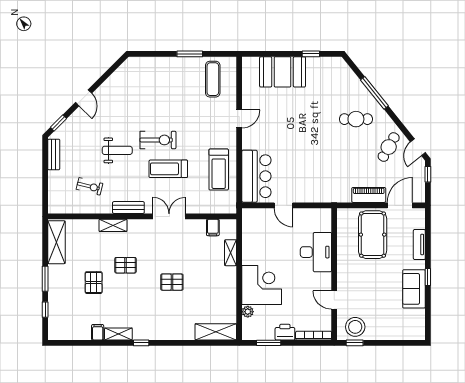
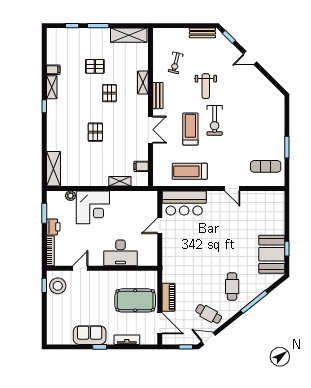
booth: (283, 72) -> (272, 254), moved

